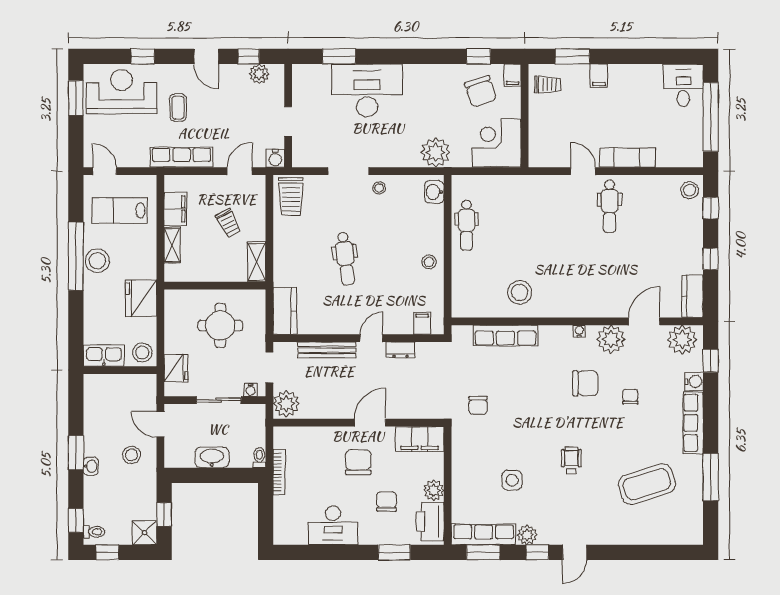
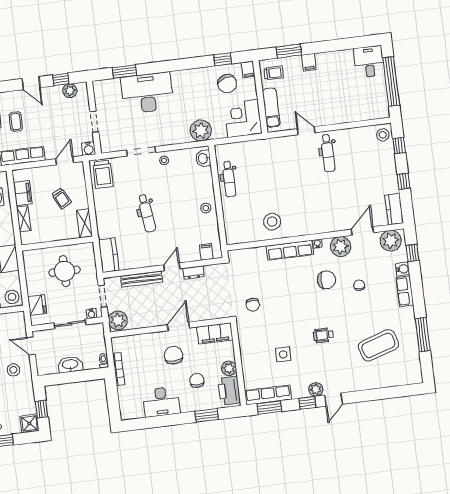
exam couch: (628, 158) -> (271, 108), moved, turned 90
row of seats: (505, 335) -> (290, 250), moved
row of seats: (693, 423) -> (405, 291), width x0.68
wheelchair: (571, 460) -> (323, 335), turned -90
plant: (527, 535) -> (316, 389), moved

